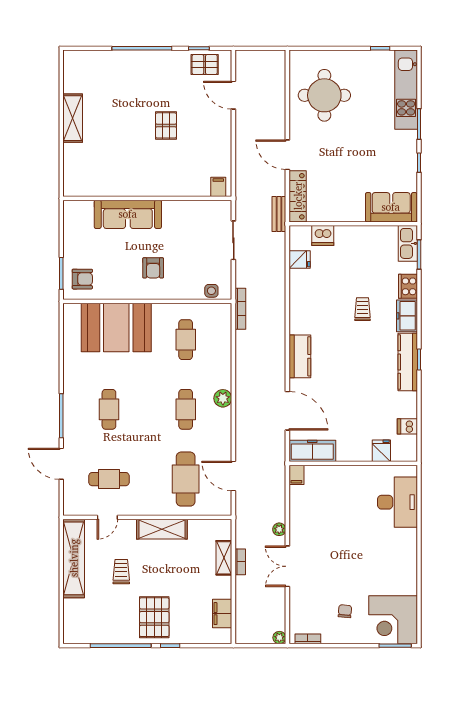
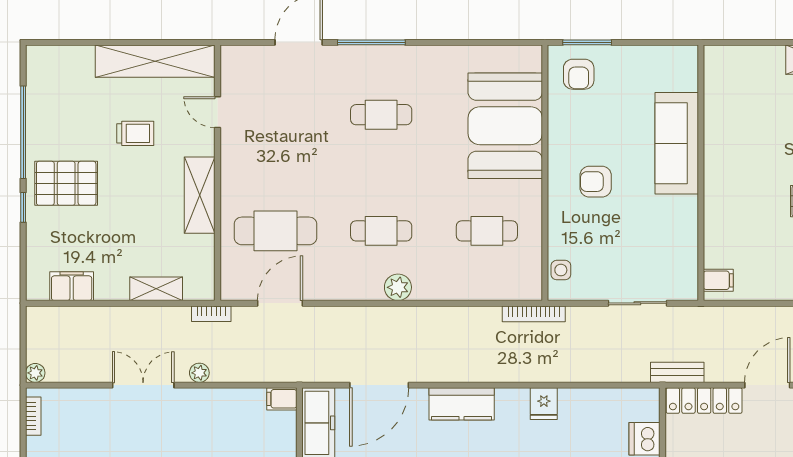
fridge: (300, 260) -> (544, 404), moved
cafe table: (109, 479) -> (275, 115), removed
bookcase: (240, 562) -> (211, 314), moved

